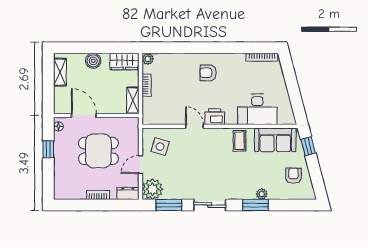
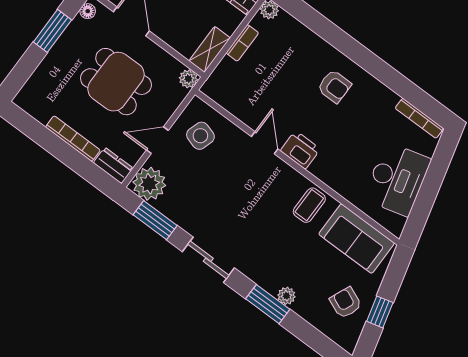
armchair: (208, 73) -> (334, 86), turned 180
desk: (257, 109) -> (397, 179), moved, turned -105
plant: (133, 123) -> (188, 79), added
window: (308, 146) -> (380, 312), moved
window: (48, 149) -> (52, 31), width x1.50
armchair: (293, 176) -> (346, 303), turned -67
bookcase: (98, 195) -> (73, 139), width x1.56

